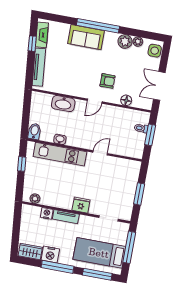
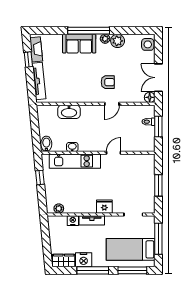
plant: (138, 42) -> (105, 39), moved
floor lamp: (126, 100) -> (150, 97), moved
door: (95, 101) -> (112, 104), moved

